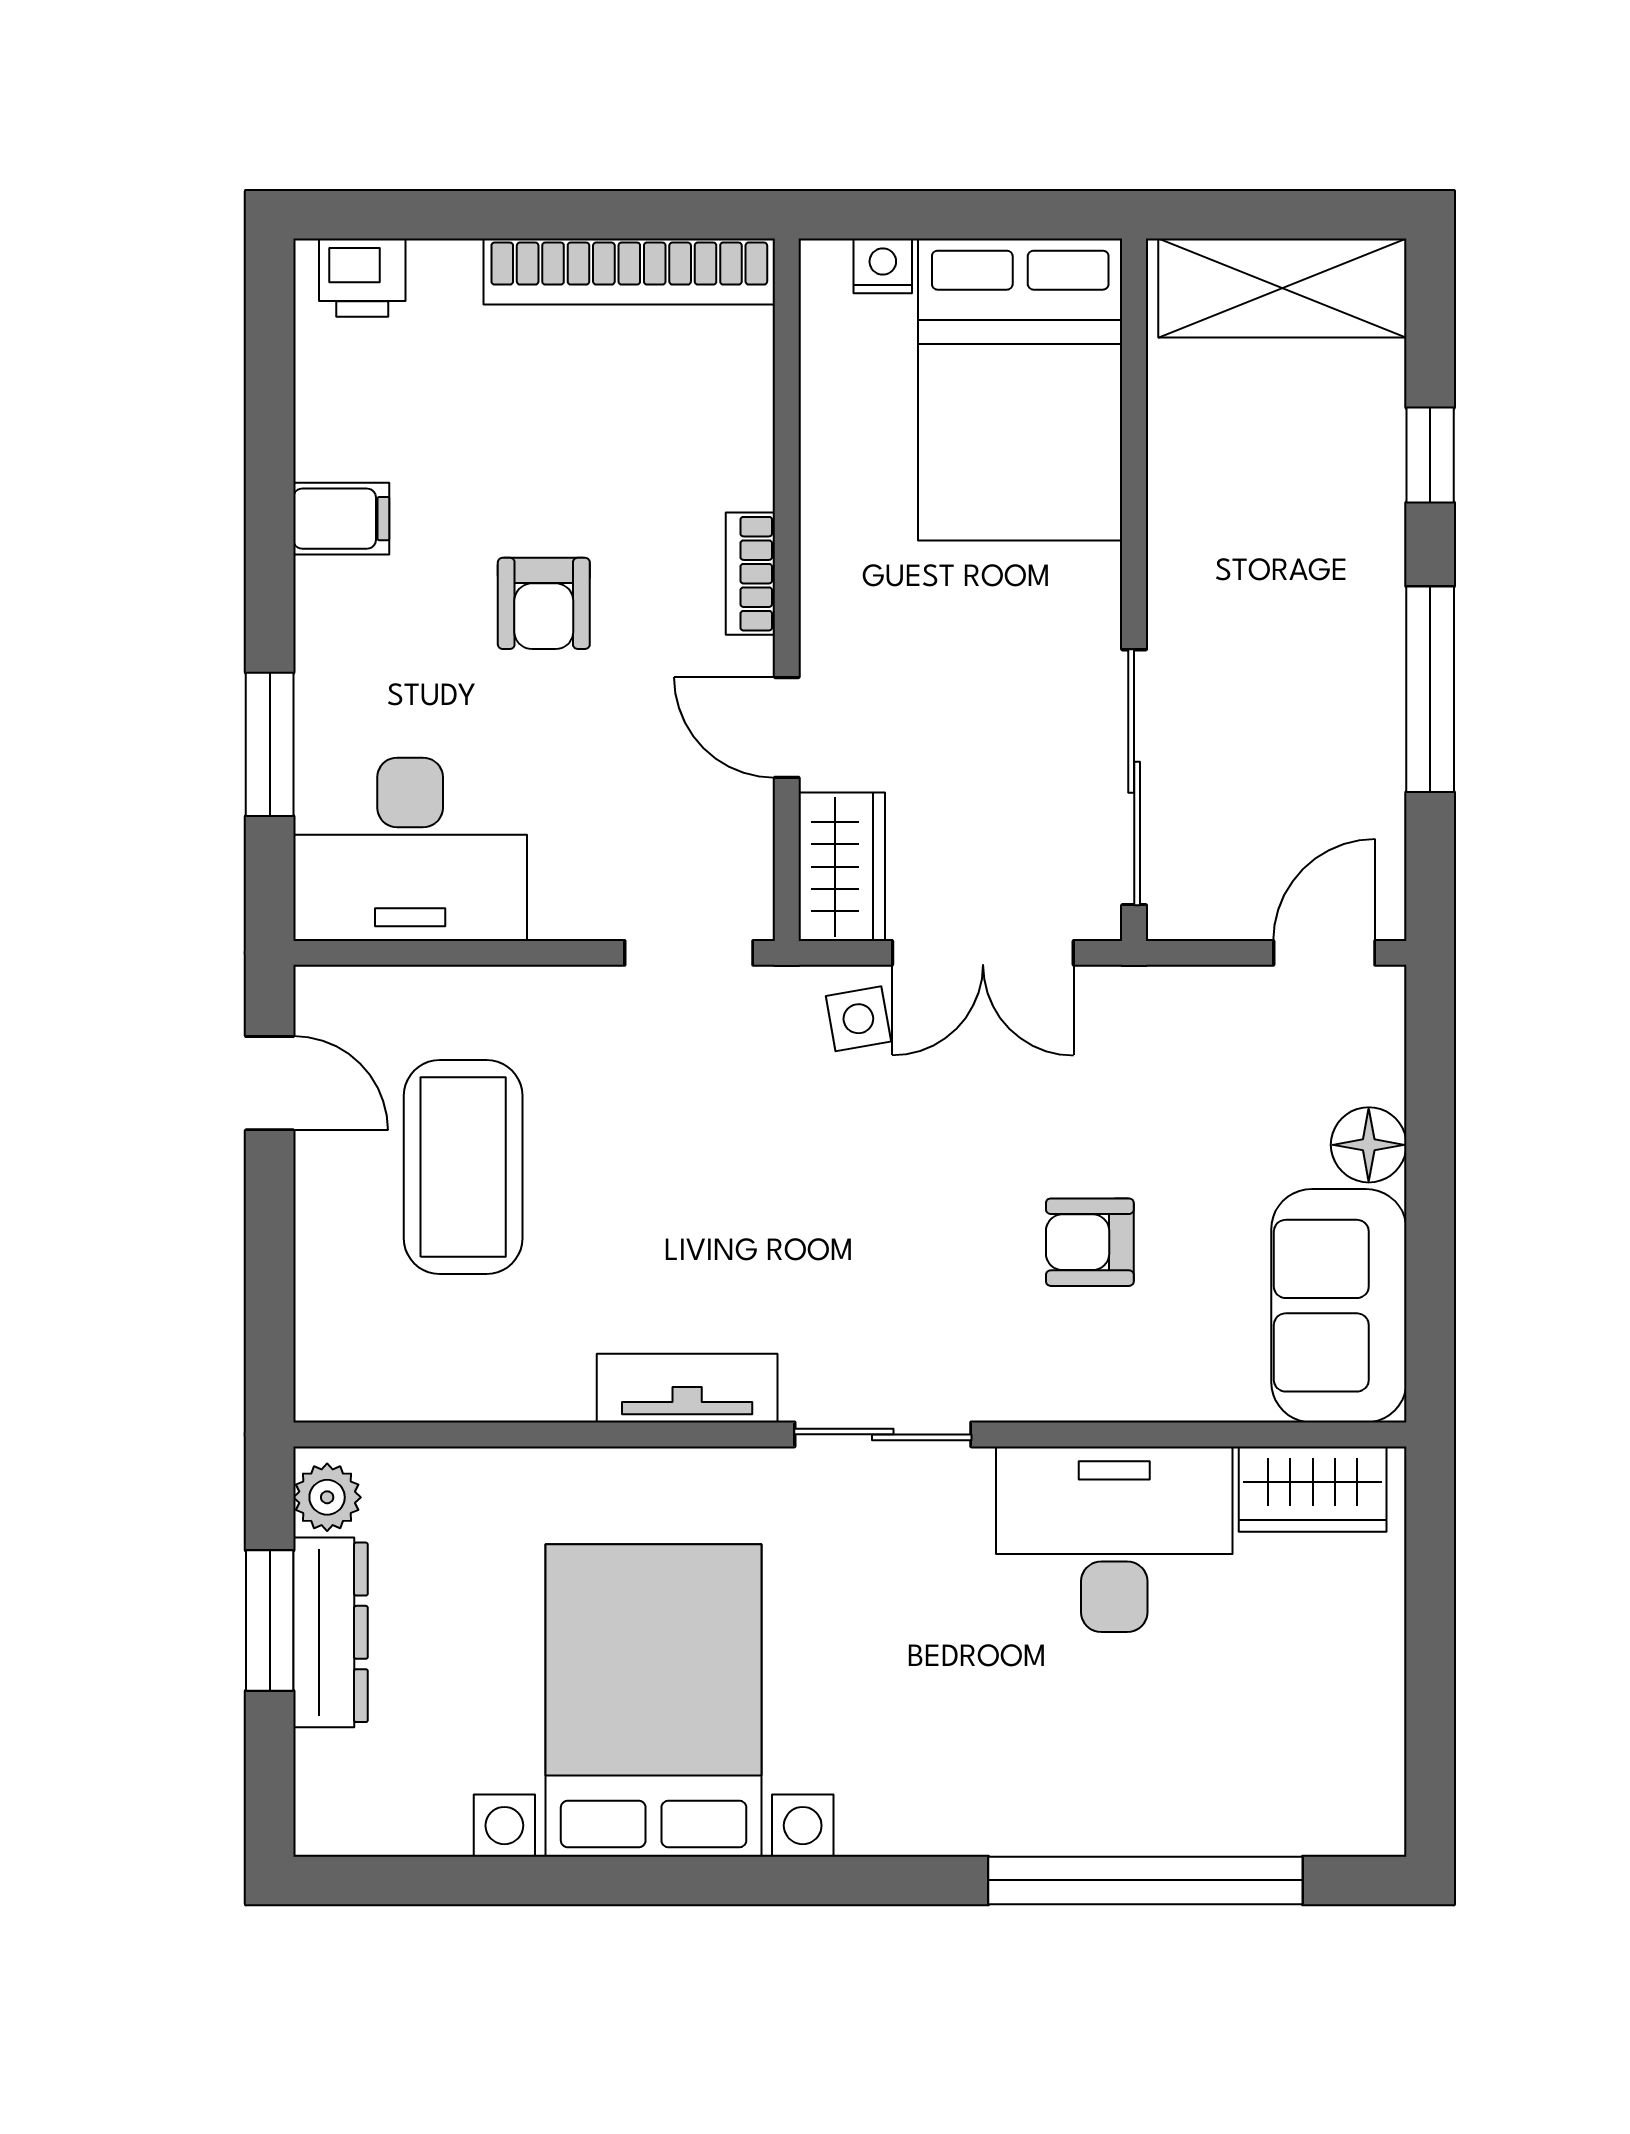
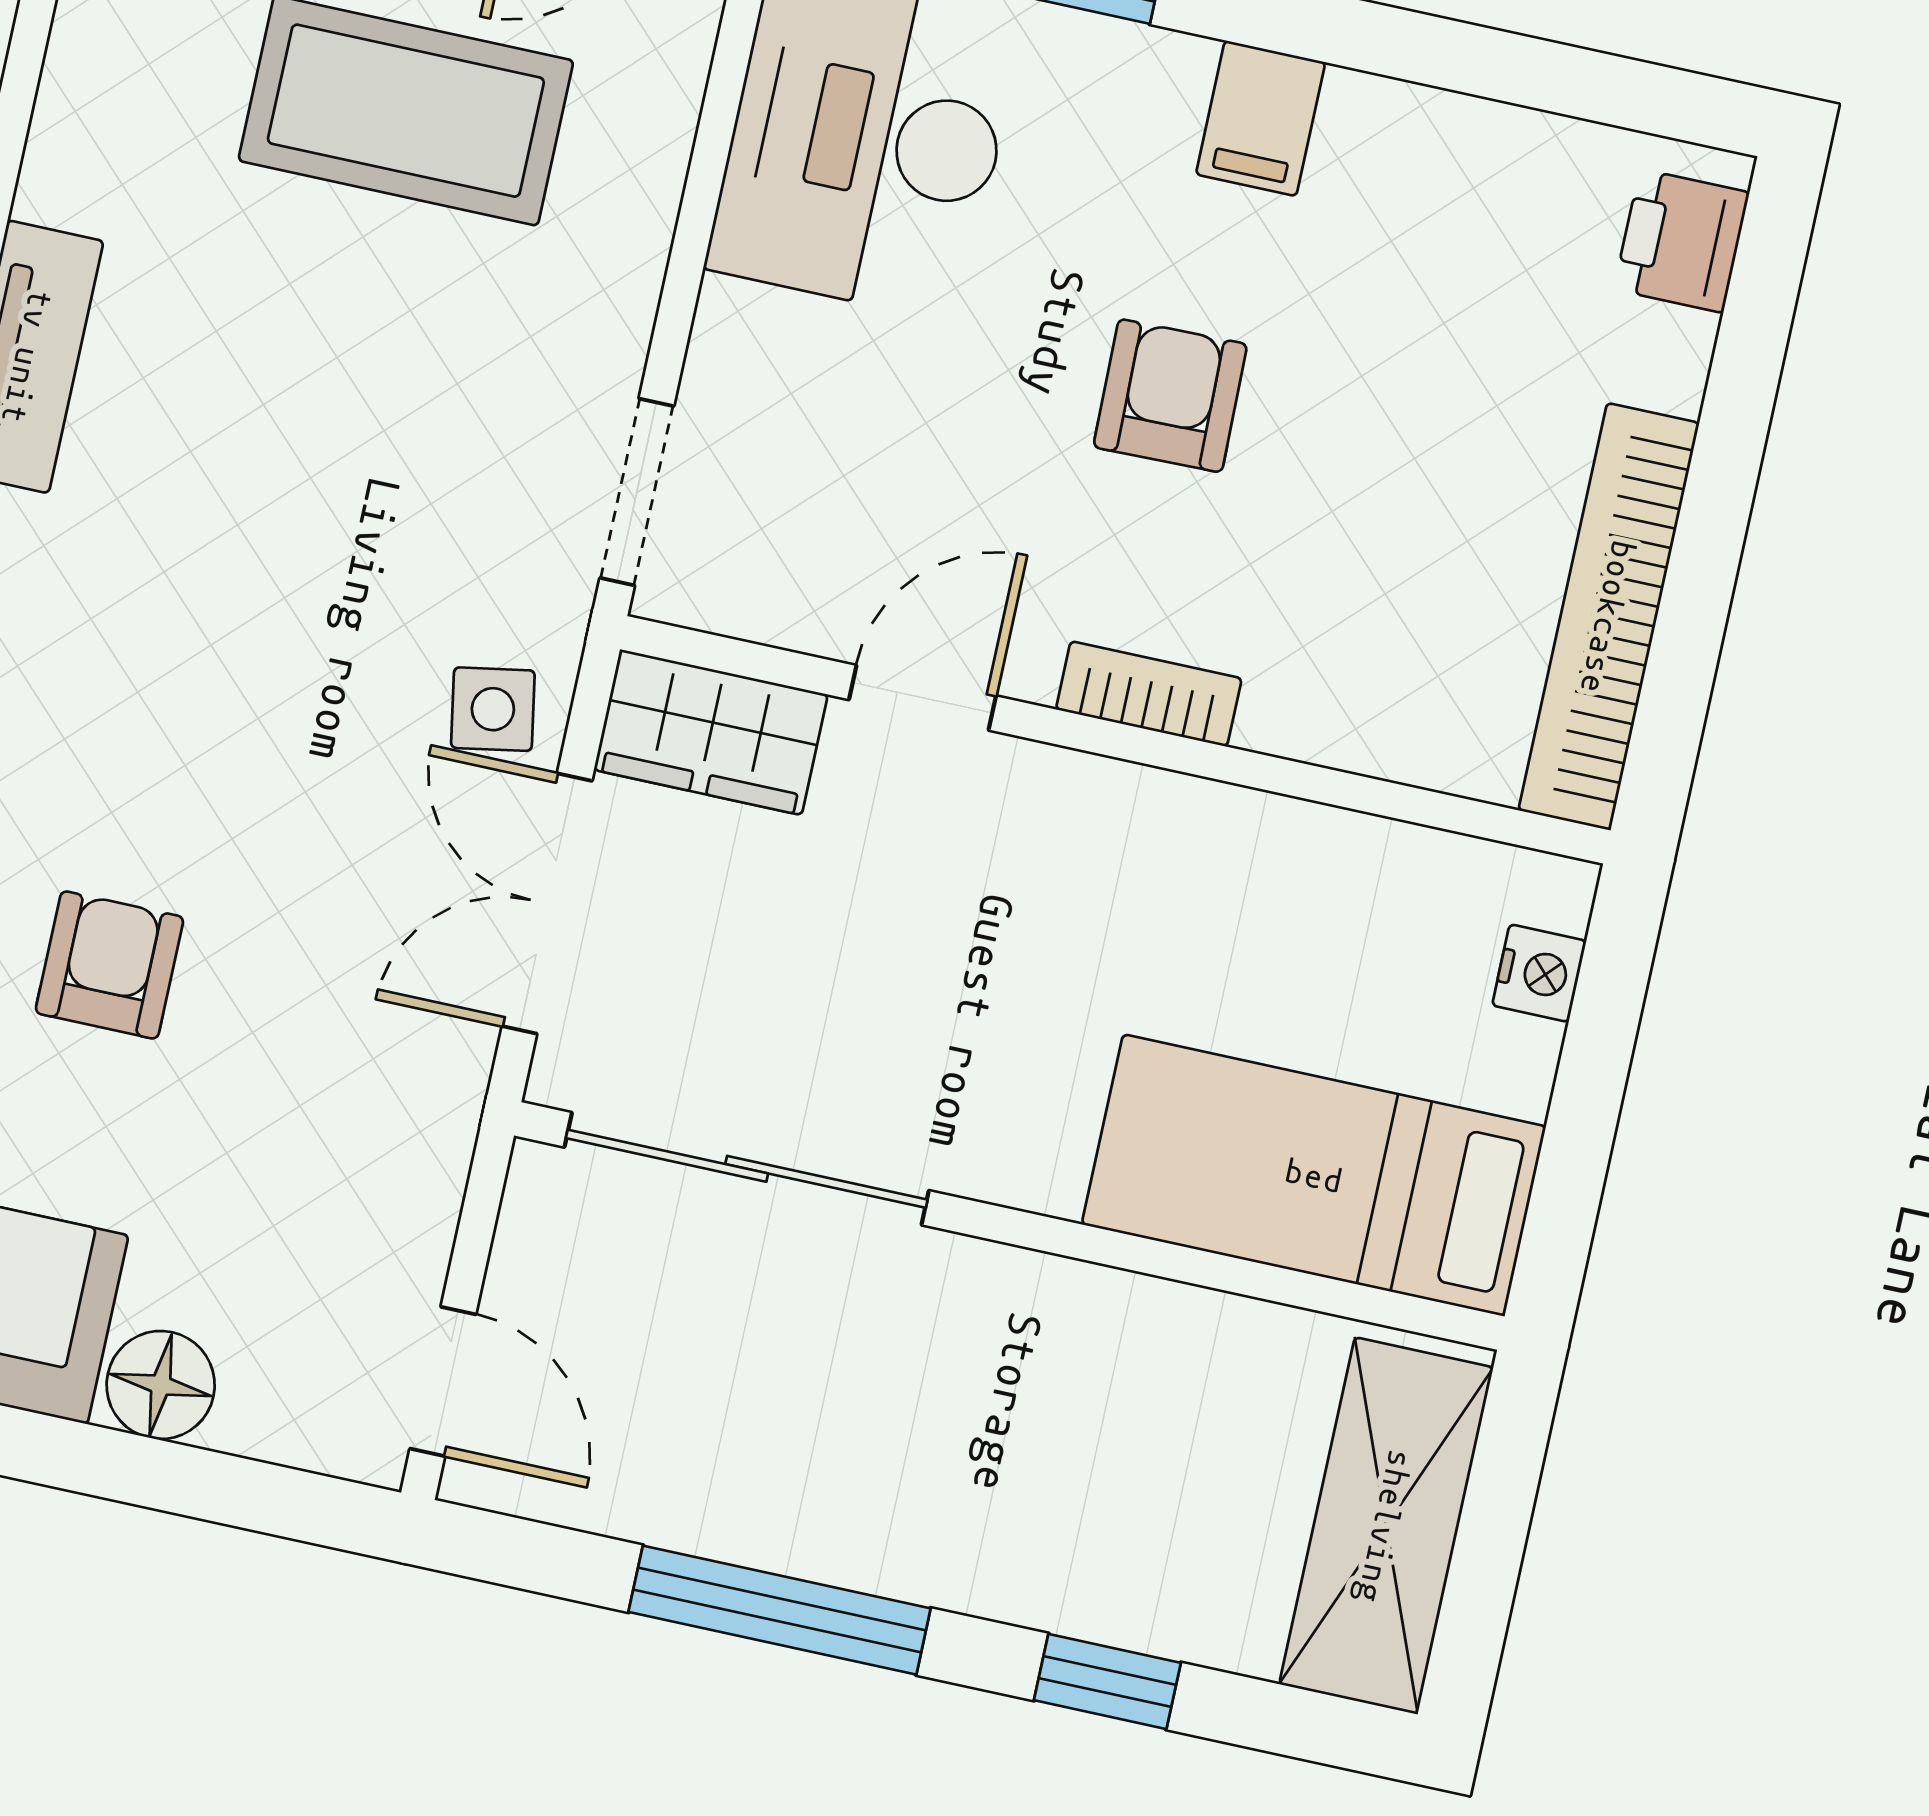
bed: (1020, 390) -> (1314, 1175), width x0.67
filing cabinet: (341, 519) -> (1261, 118), moved
armchair: (544, 603) -> (1170, 396), turned 89

